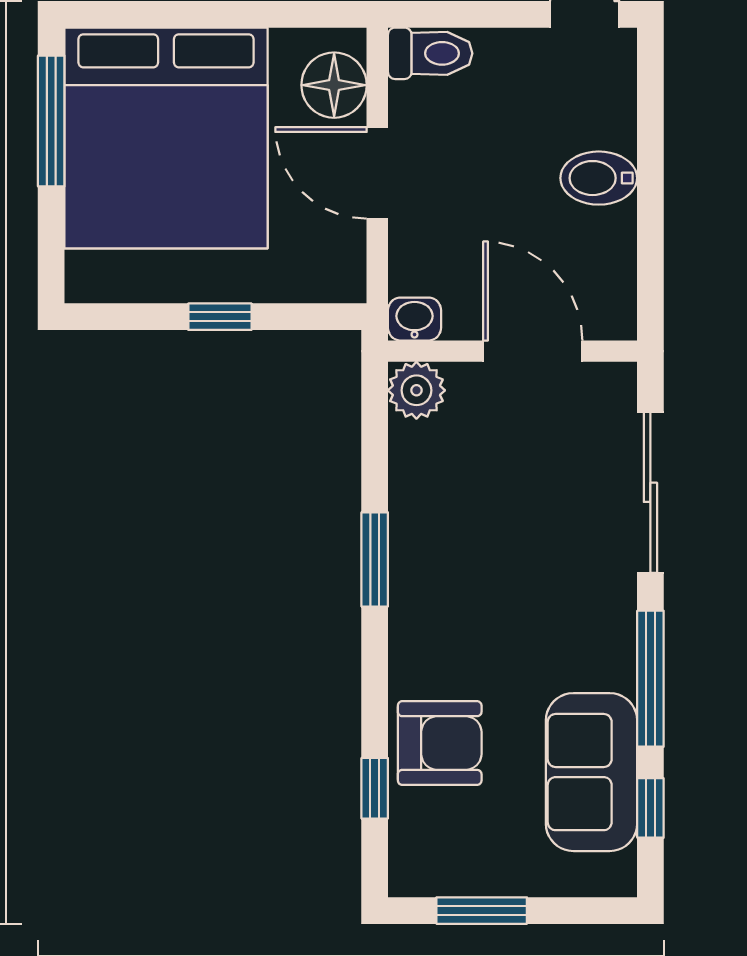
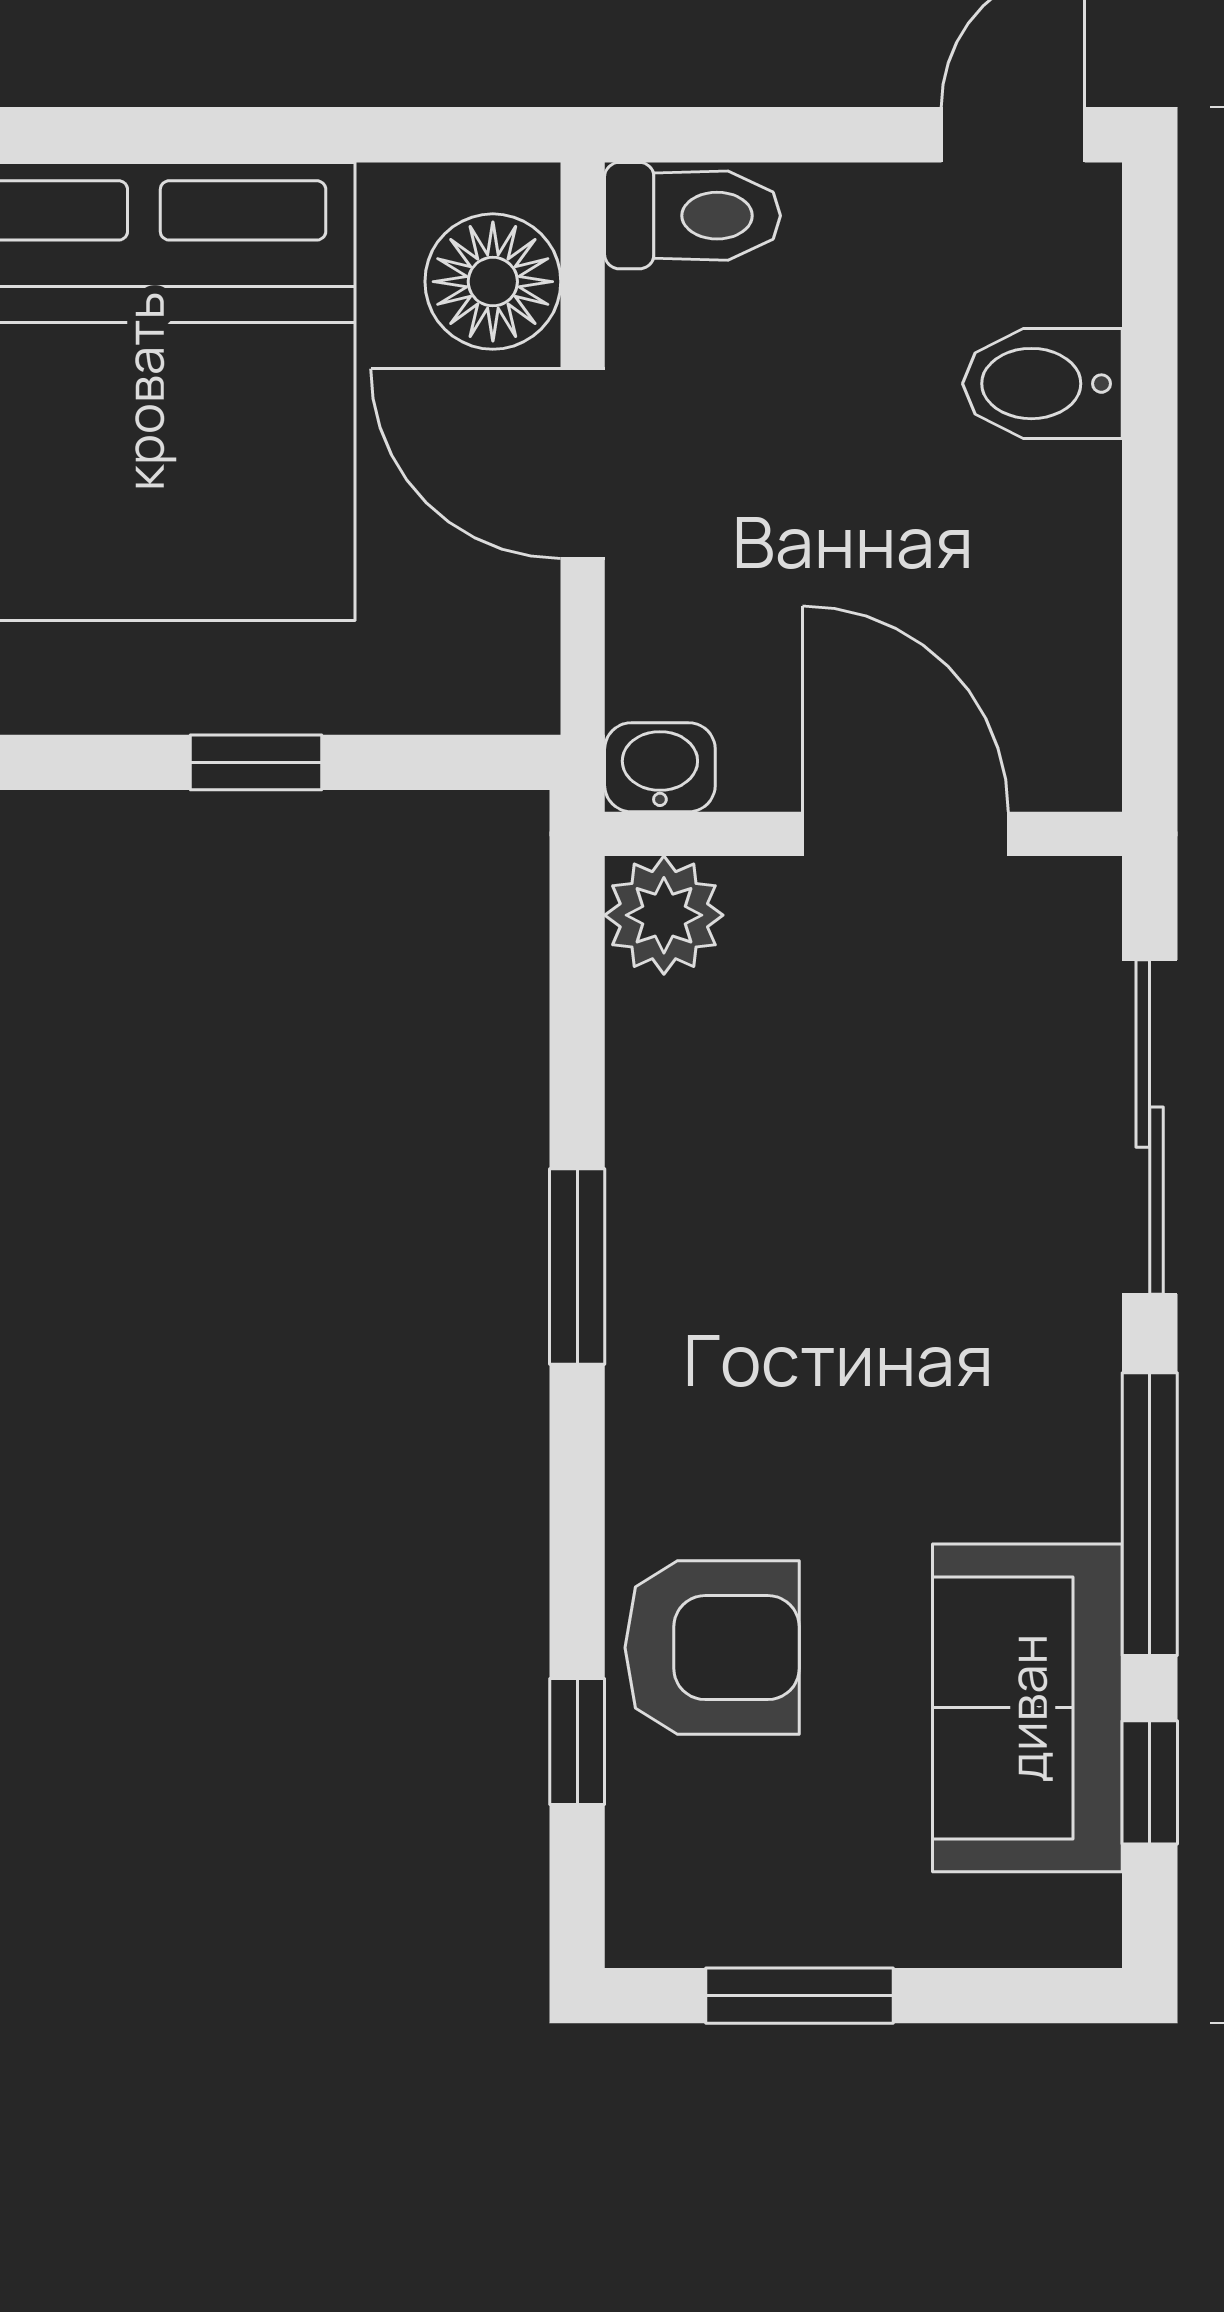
bidet: (599, 178) -> (1042, 384), moved

